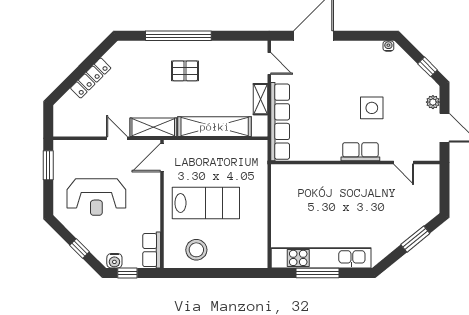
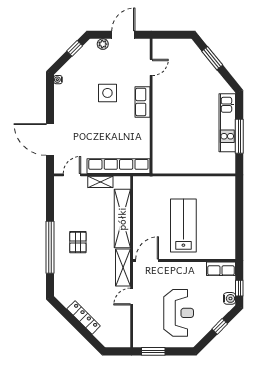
door: (162, 158) -> (147, 261), swing flipped
stool: (196, 250) -> (221, 233), removed
kitchen unit: (321, 258) -> (227, 123), width x0.73

